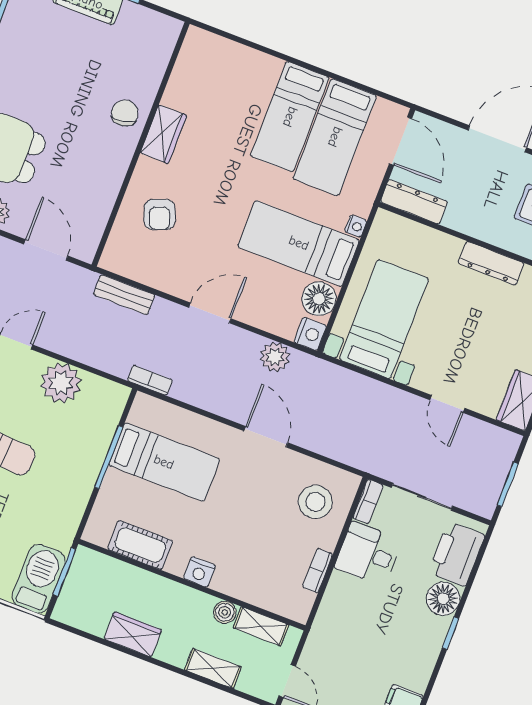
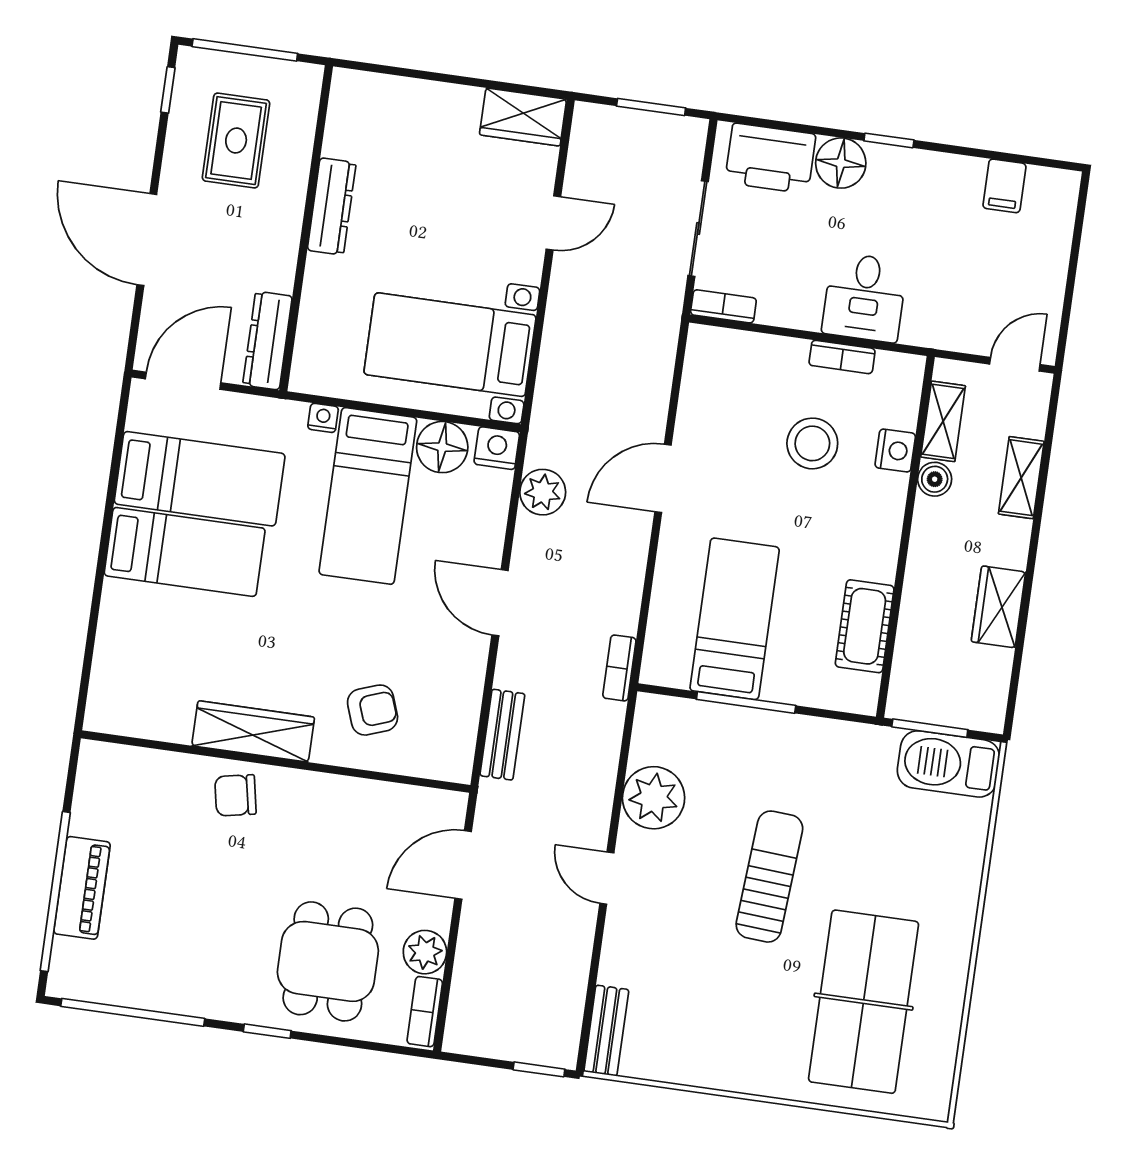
wardrobe: (163, 134) -> (253, 731), width x1.50
stool: (315, 502) -> (812, 443), moved
desk: (368, 554) -> (864, 297), moved
nightstand: (200, 572) -> (895, 451), moved

